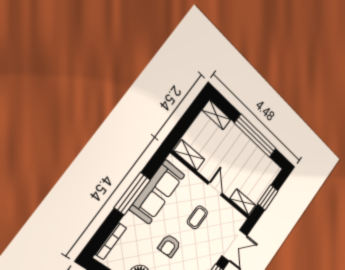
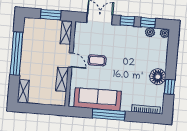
shelving: (189, 155) -> (62, 79), moved
door: (215, 189) -> (71, 60), swing flipped
armchair: (169, 246) -> (127, 68), removed

